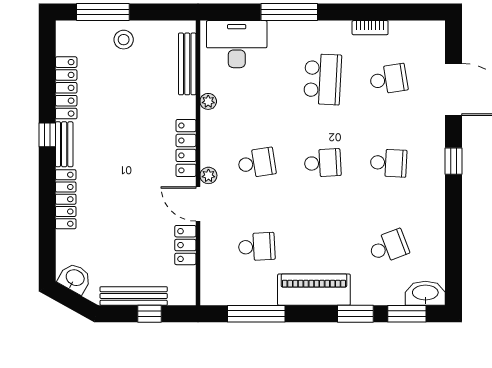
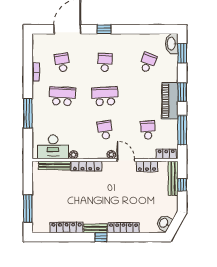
stool: (124, 40) -> (42, 198), removed
desk: (237, 44) -> (53, 147), moved, turned -90
window: (47, 135) -> (101, 237), moved
locker: (186, 148) -> (86, 166), moved
school desk: (323, 163) -> (105, 96), width x1.85
door: (198, 204) -> (126, 160), swing flipped
school desk: (389, 247) -> (148, 62), turned 42
locker: (210, 283) -> (166, 154), added
bench: (134, 296) -> (173, 178), moved
window: (355, 314) -> (182, 92), moved

